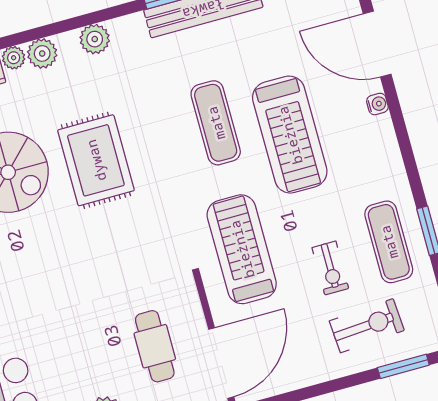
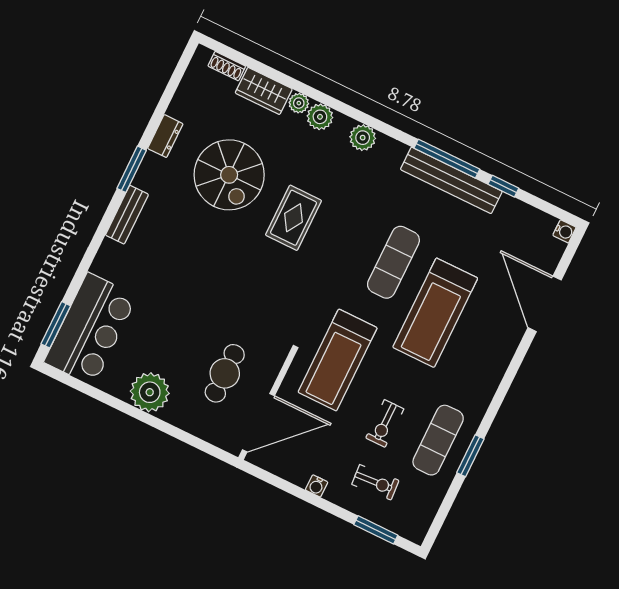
water cooler: (377, 104) -> (317, 486), moved, turned 90
rug: (96, 160) -> (294, 218), width x0.73, depth x0.70
treadmill: (242, 249) -> (338, 360), turned 180
exercise bike: (367, 326) -> (375, 482), width x0.73, depth x0.72

